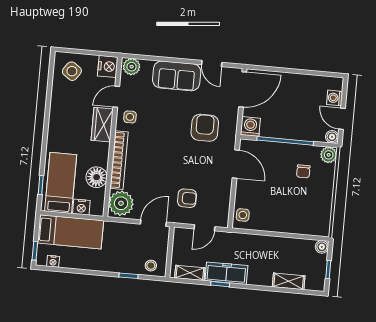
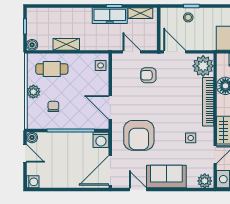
washing machine: (335, 98) -> (33, 182), moved
side table: (130, 117) -> (191, 138), moved
armchair: (205, 128) -> (139, 135), width x1.36, depth x1.36
plant: (329, 155) -> (33, 92), moved
cafe table: (301, 216) -> (52, 69), added
door: (153, 223) -> (175, 52), swing flipped
door: (204, 228) -> (132, 52), hinge flipped
stool: (151, 266) -> (188, 17), moved
shelving: (289, 281) -> (66, 44), moved

